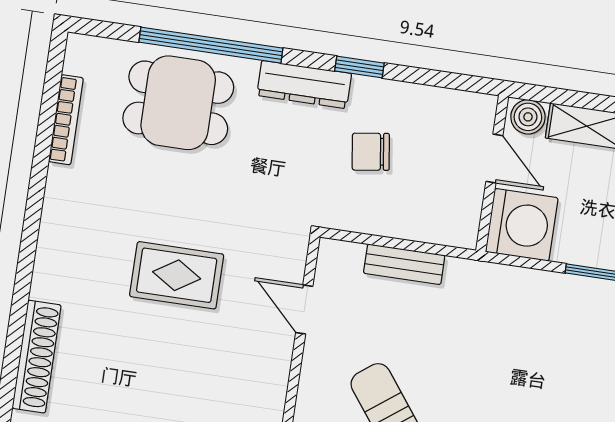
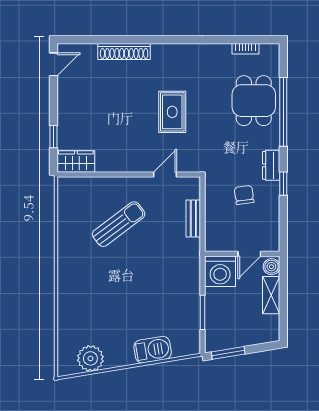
dresser: (304, 85) -> (271, 165), width x0.70
bookcase: (66, 120) -> (245, 49), width x0.64

